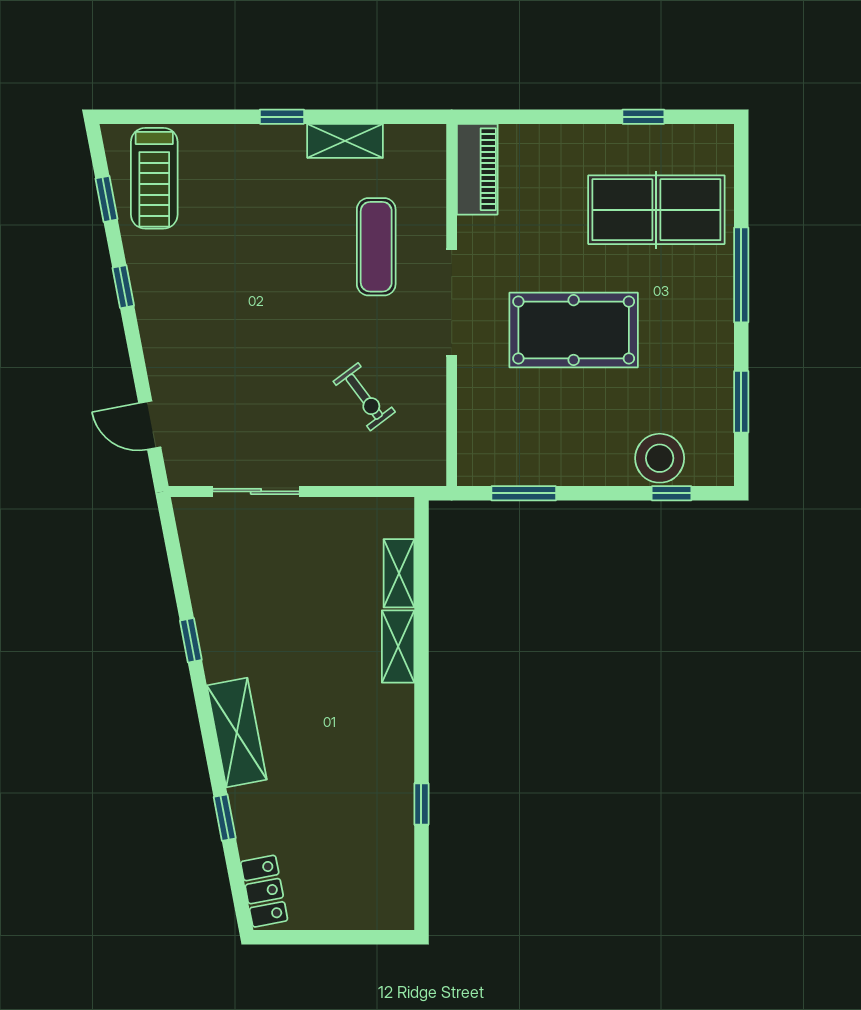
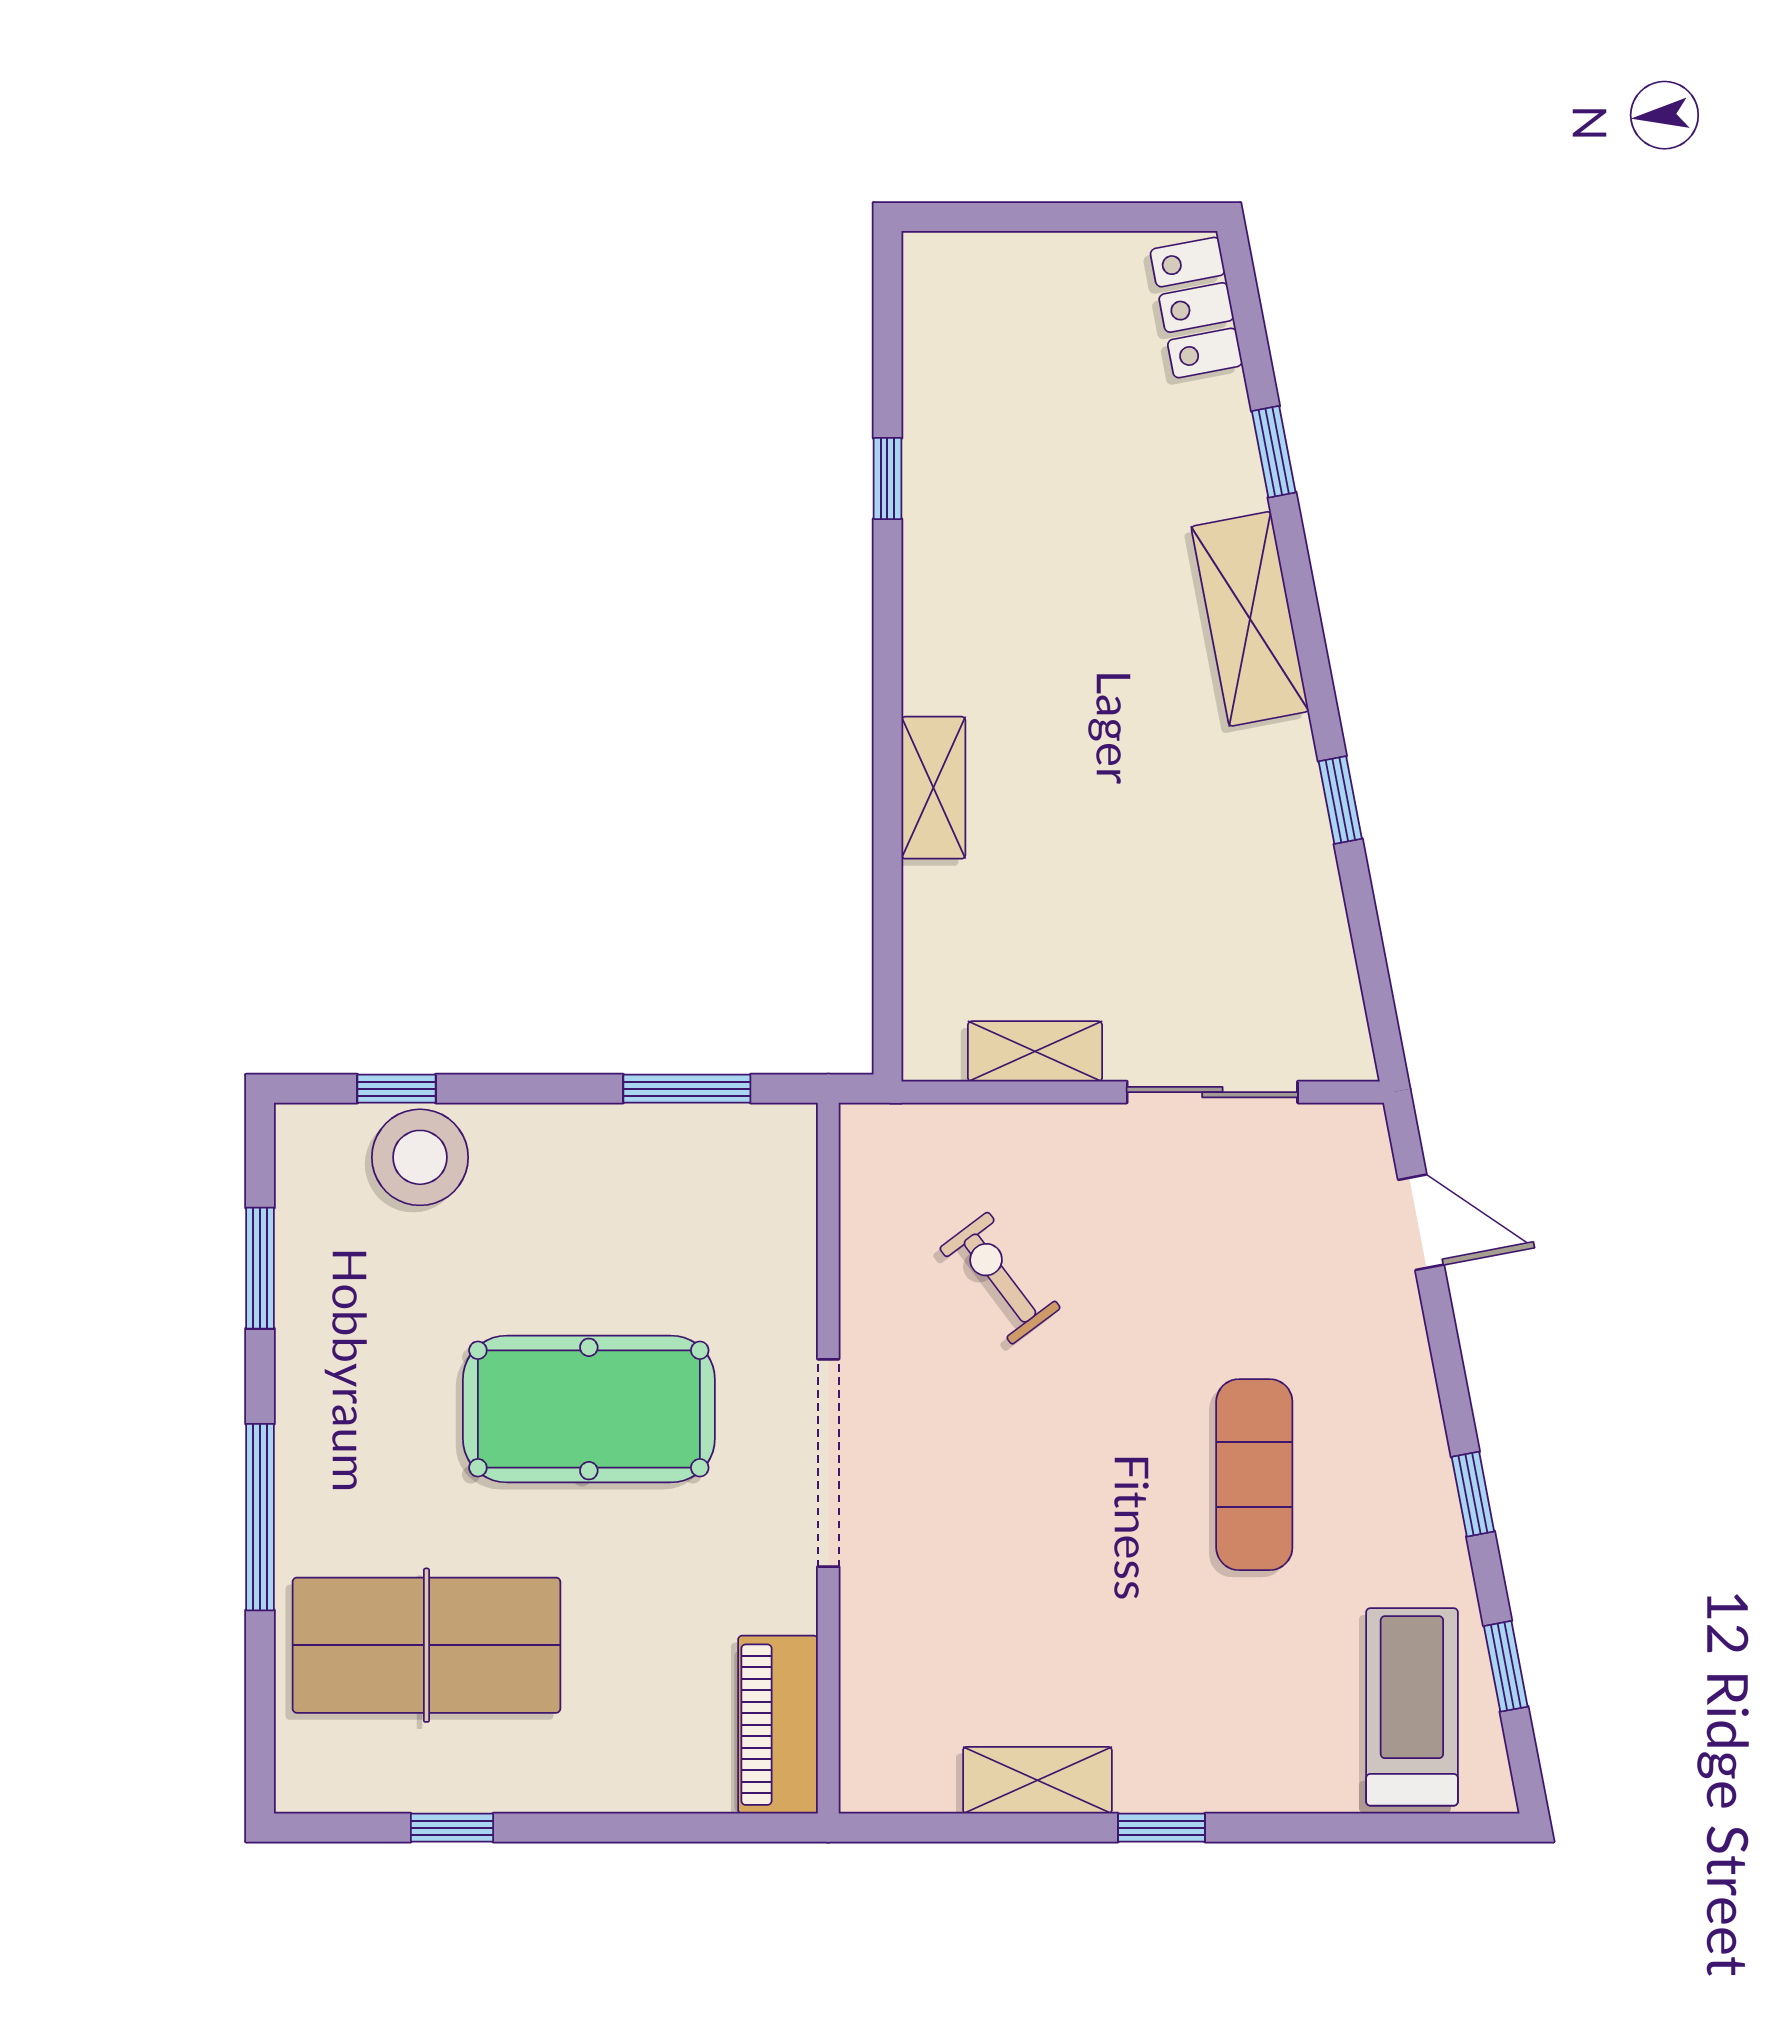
exercise mat: (376, 247) -> (1254, 1475), moved
shelving: (399, 573) -> (1035, 1051), moved, turned 90

